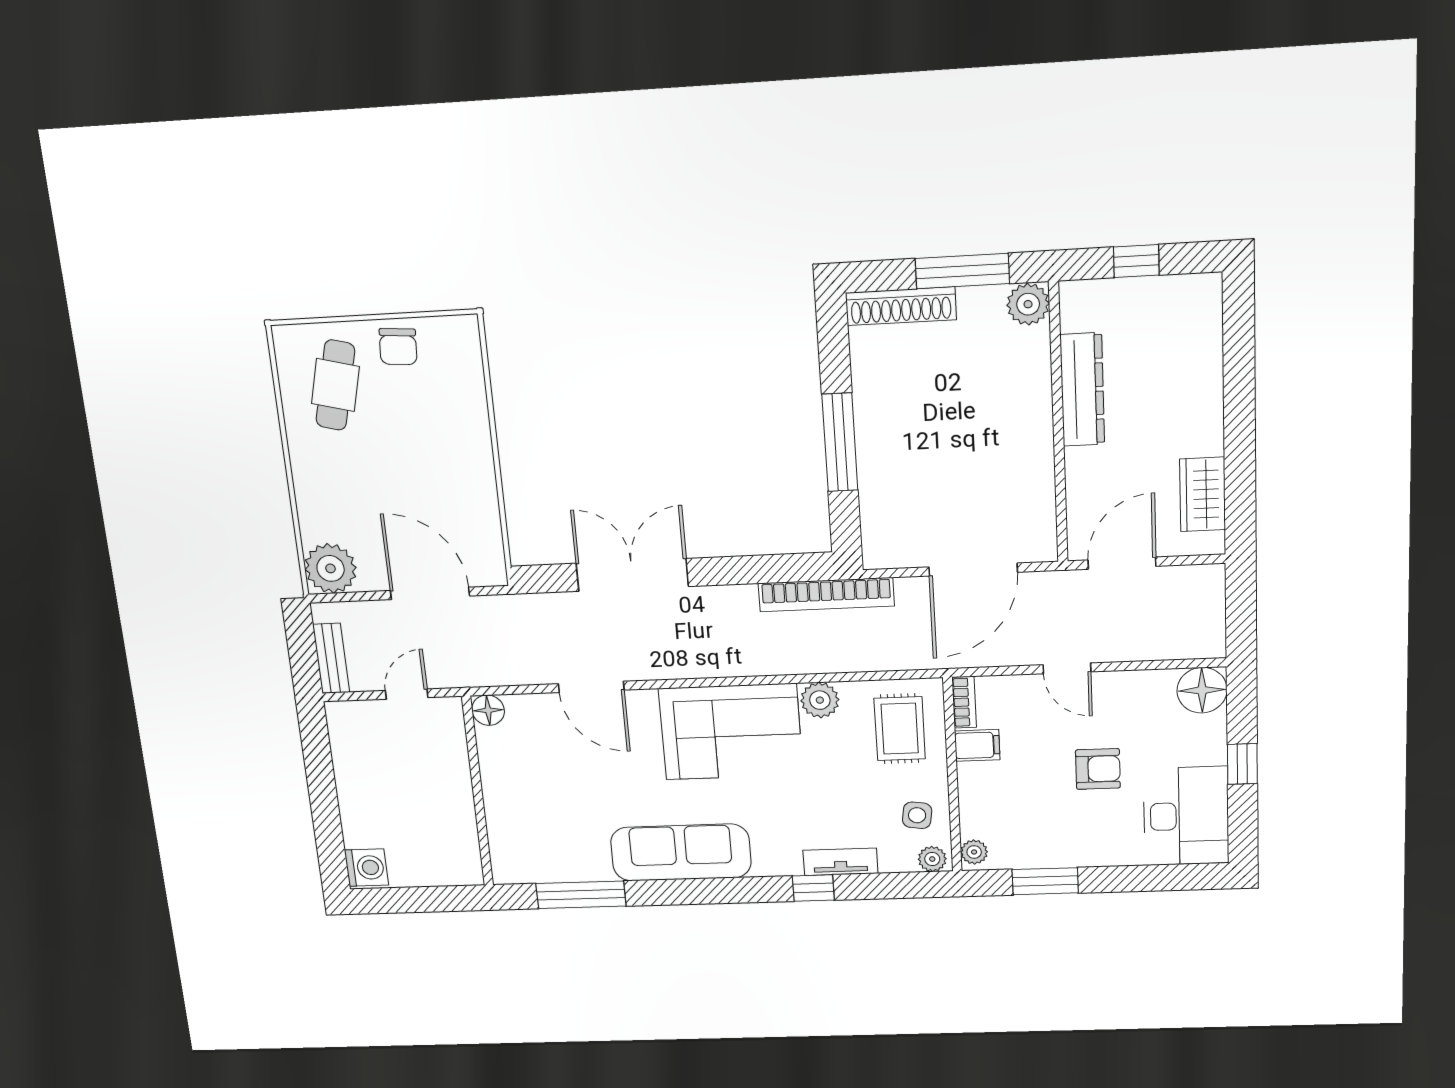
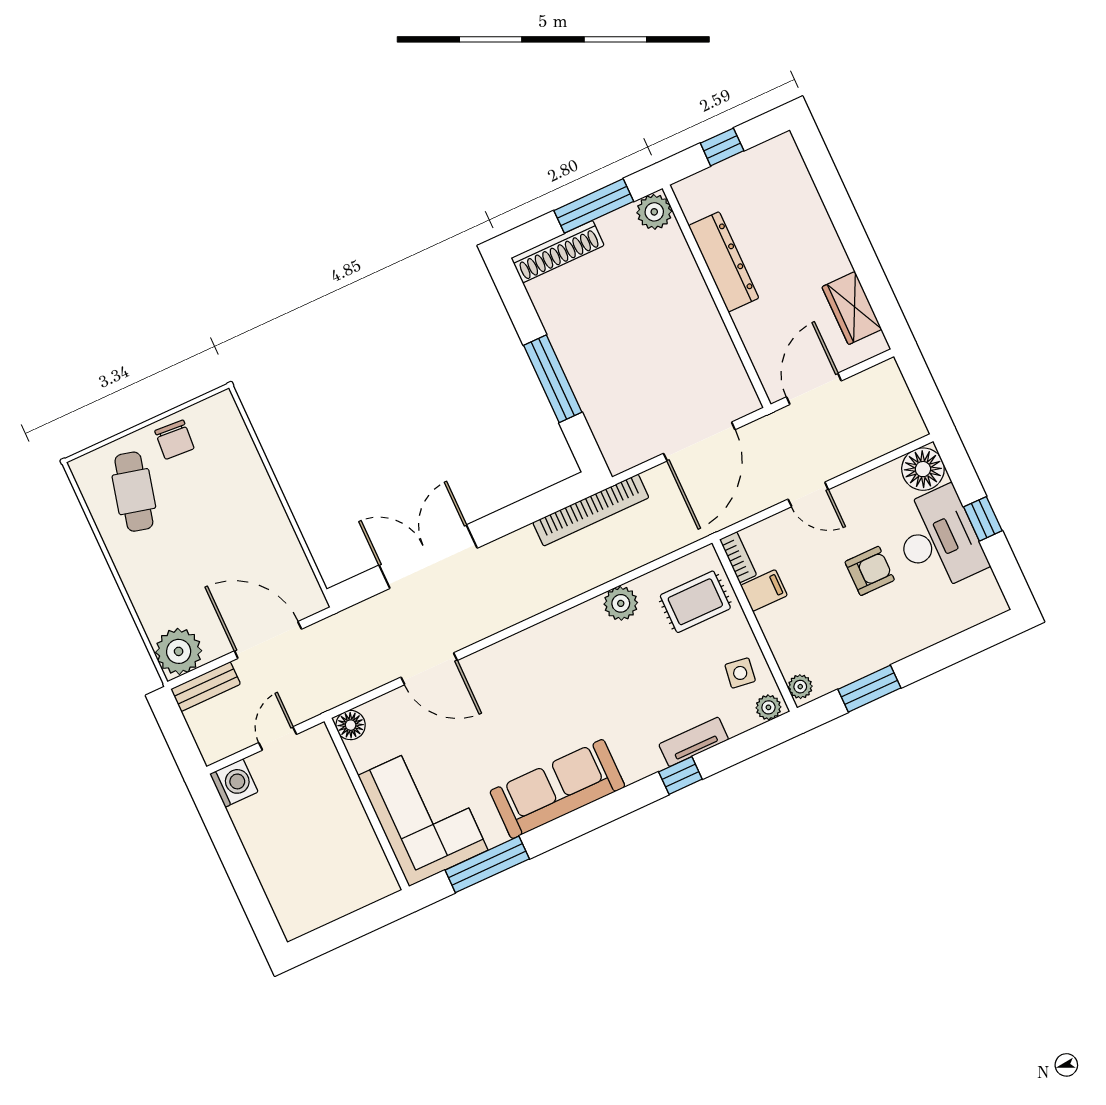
bench: (331, 658) -> (206, 687), moved, turned 90
rug: (900, 729) -> (695, 602), turned 90
corner sofa: (731, 732) -> (423, 813), moved, turned -90
desk: (1186, 816) -> (938, 539), moved
washing machine: (366, 868) -> (234, 783), moved

